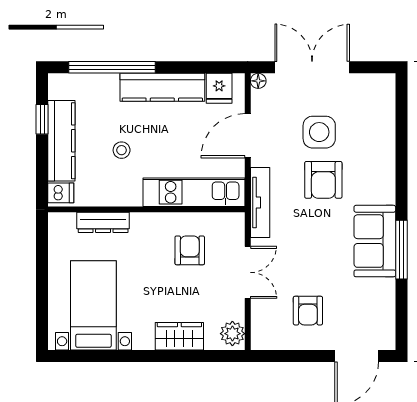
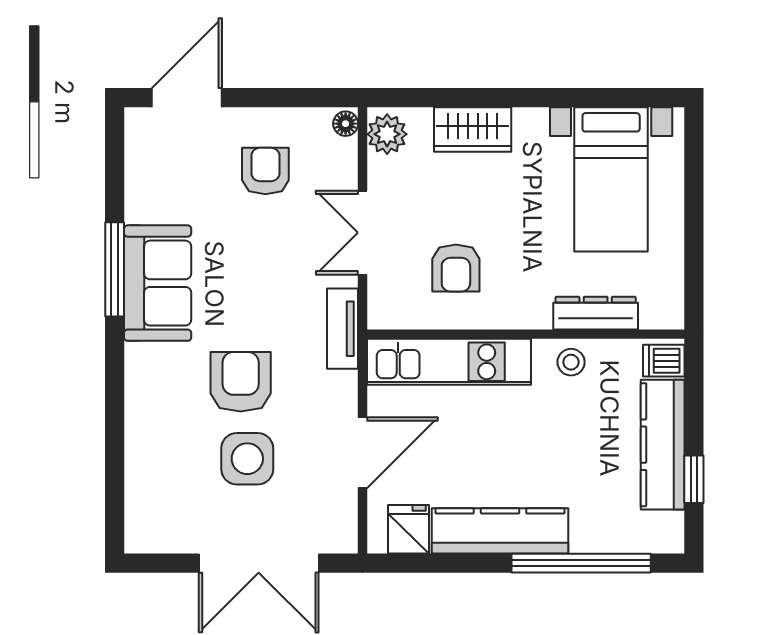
floor lamp: (258, 81) -> (346, 124), moved
stool: (122, 150) -> (571, 362), moved
tv unit: (260, 203) -> (343, 329), width x0.71

